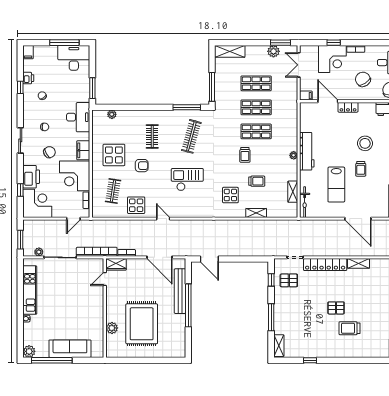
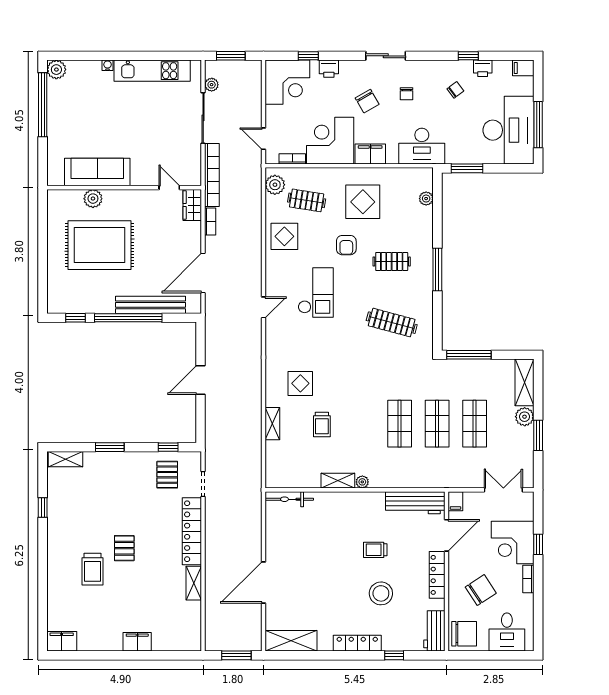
window: (280, 43) -> (538, 435), moved
plant: (273, 51) -> (525, 417), moved
desk: (74, 58) -> (508, 130), width x1.36, depth x1.30
window: (187, 107) -> (437, 270), moved
locker: (348, 107) -> (437, 575), width x1.53
workbench: (307, 151) -> (415, 503), moved
trolley: (245, 155) -> (363, 406), removed
trolley: (361, 169) -> (375, 550), moved
printer: (31, 177) -> (329, 69), width x0.53, depth x0.68
checkout: (187, 180) -> (316, 292), moved
lab bench: (336, 185) -> (317, 549), removed
shelving: (293, 192) -> (338, 481), moved
plant: (103, 211) -> (275, 185), added
door: (163, 219) -> (263, 307), moved
door: (209, 259) -> (201, 380), moved
window: (271, 317) -> (110, 447), width x0.69
trolley: (349, 328) -> (93, 569), turned 180
window: (188, 339) -> (76, 318), added
sofa: (70, 349) -> (97, 172), moved, turned -90

